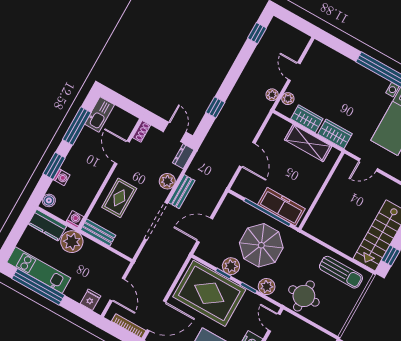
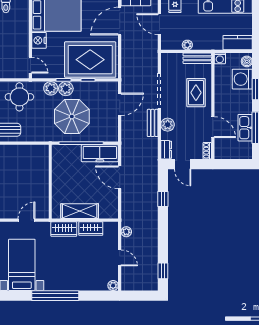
plant: (288, 99) -> (113, 285), moved
kitchen sink: (99, 114) -> (245, 128), moved
washing machine: (62, 177) -> (242, 79), width x1.89, depth x1.89
freezer: (281, 207) -> (100, 153), moved
plant: (72, 242) -> (187, 45), moved, width x0.53, depth x0.53
plant: (231, 266) -> (66, 89), moved

